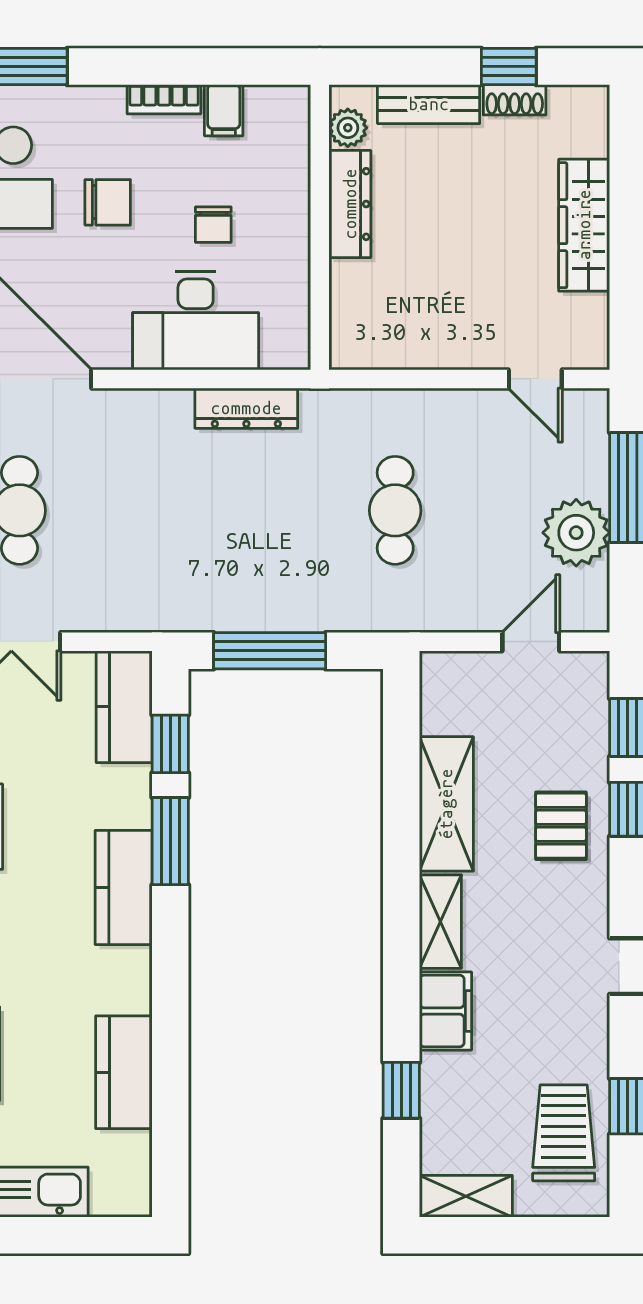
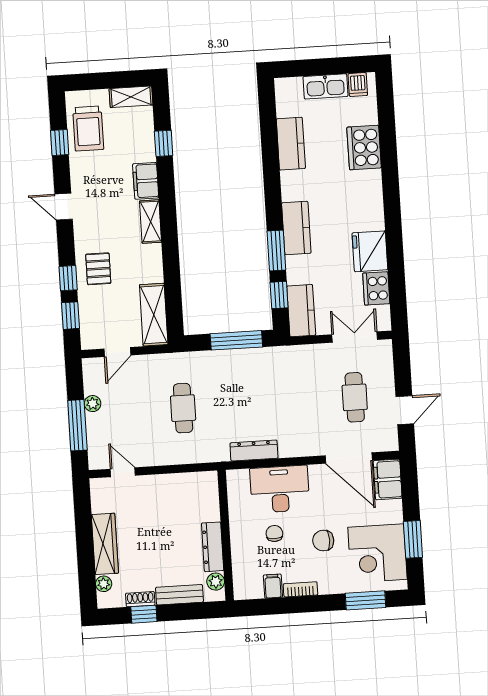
plant: (592, 138) -> (104, 584), added
plant: (576, 533) -> (93, 404), width x0.53, depth x0.53
shelving: (446, 804) -> (154, 315), moved

